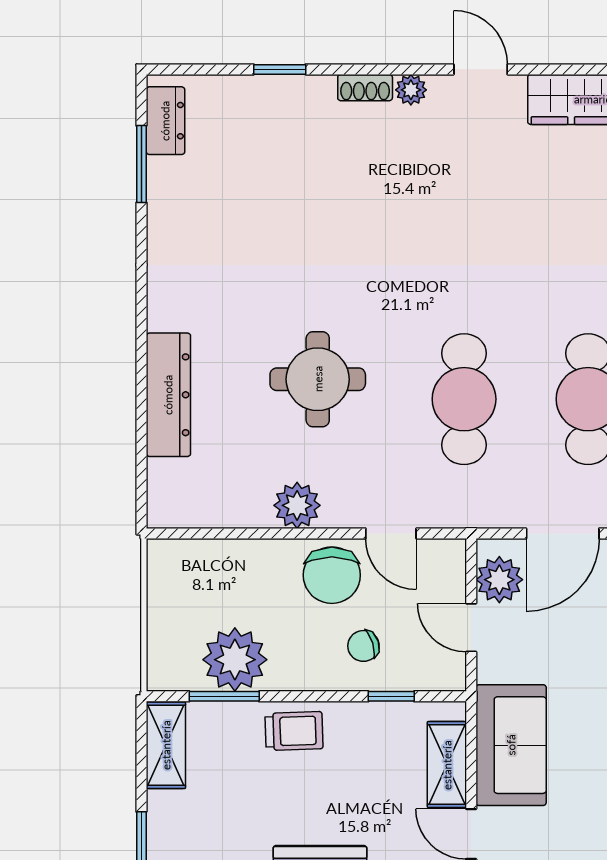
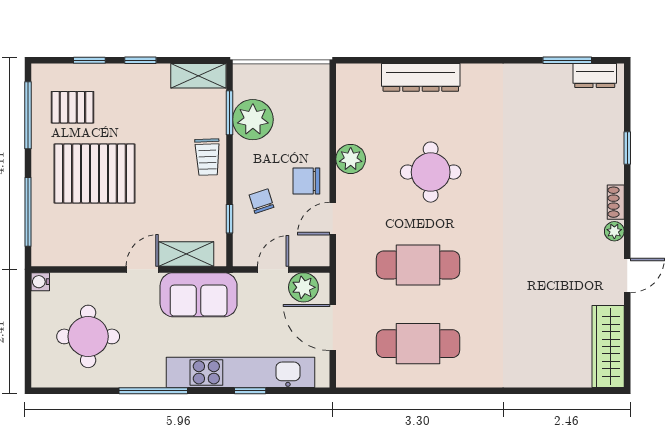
chair: (332, 575) -> (306, 181), width x0.73, depth x0.73

